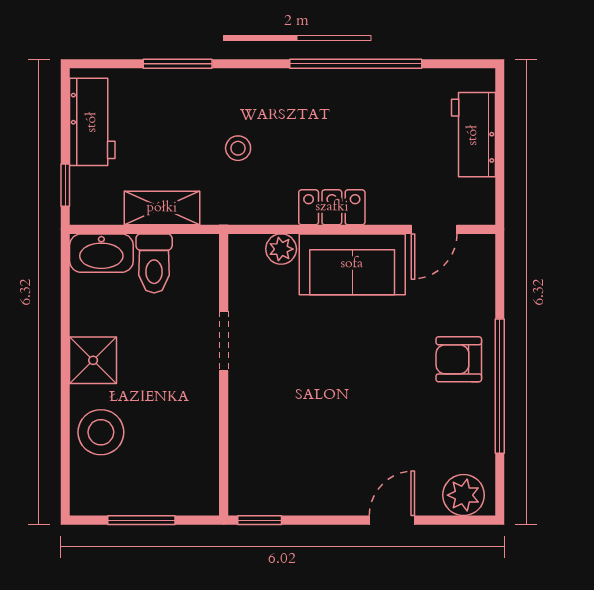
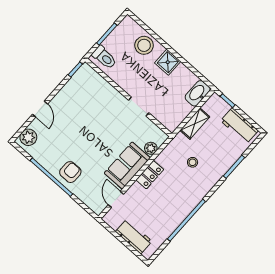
toilet: (154, 263) -> (104, 57), moved, turned 180

